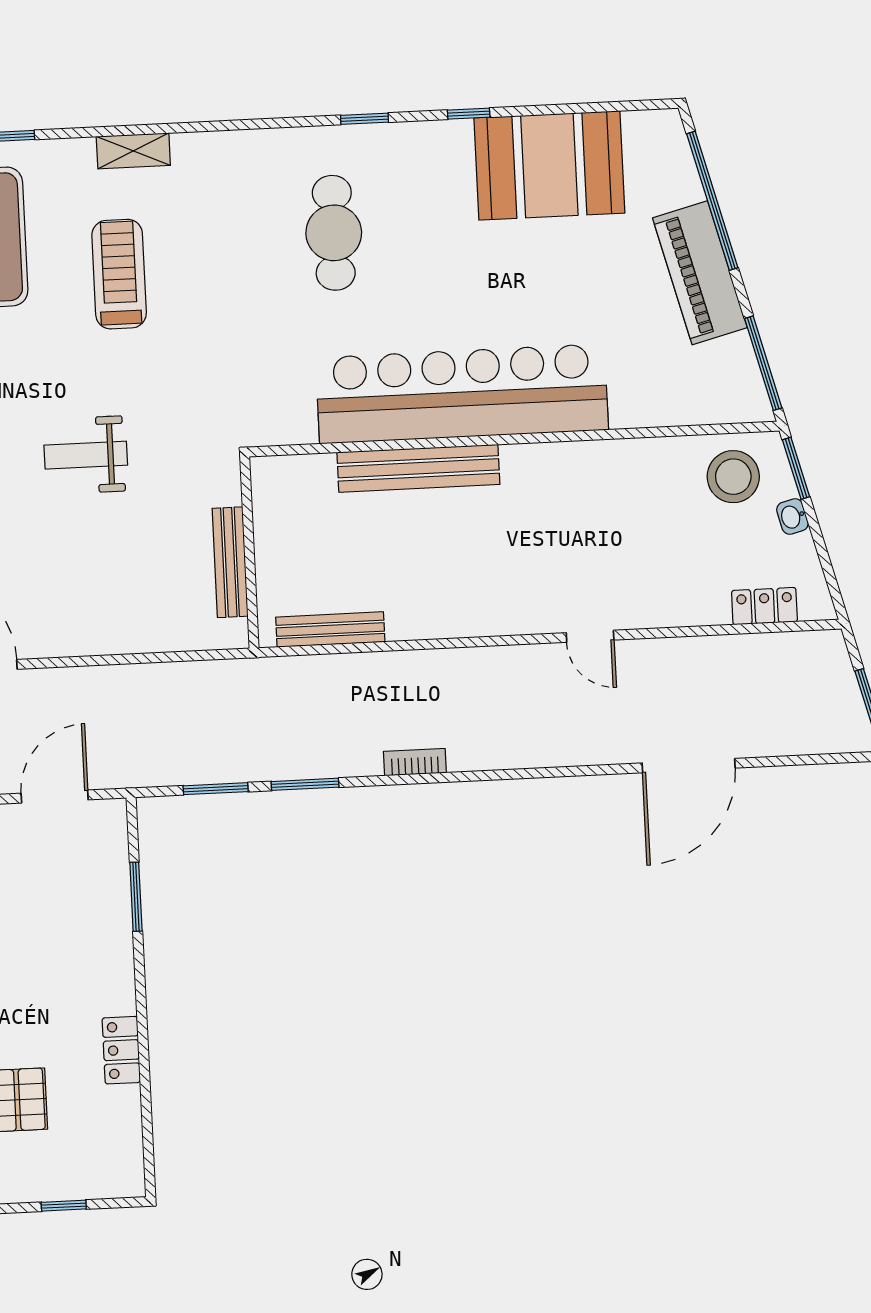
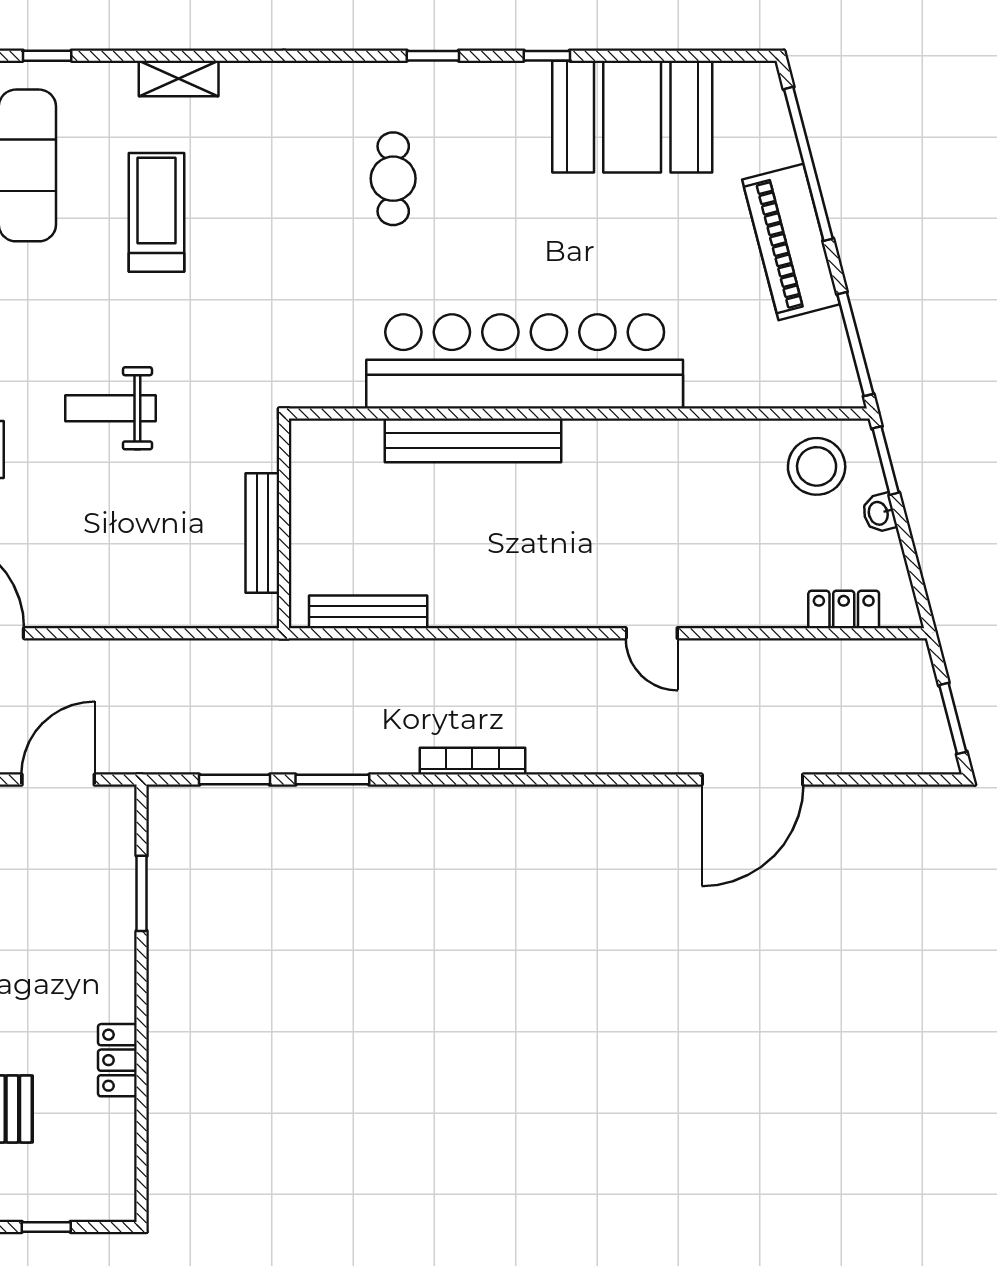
cafe table: (334, 233) -> (393, 179), width x0.73, depth x0.74
bookcase: (415, 762) -> (472, 761), width x1.56

